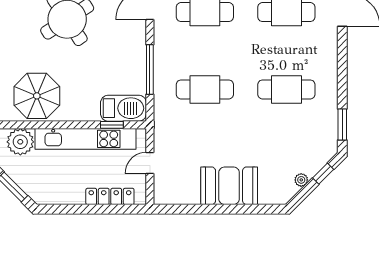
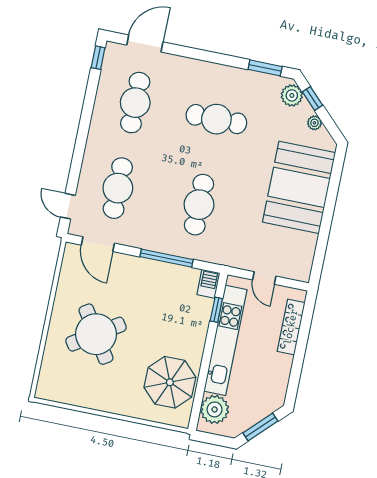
cafe table: (286, 89) -> (216, 119), turned 90
barbecue: (123, 108) -> (208, 284), width x0.53, depth x0.65
plant: (322, 154) -> (292, 95), added
booth: (229, 186) -> (299, 187), width x1.36, depth x1.42

